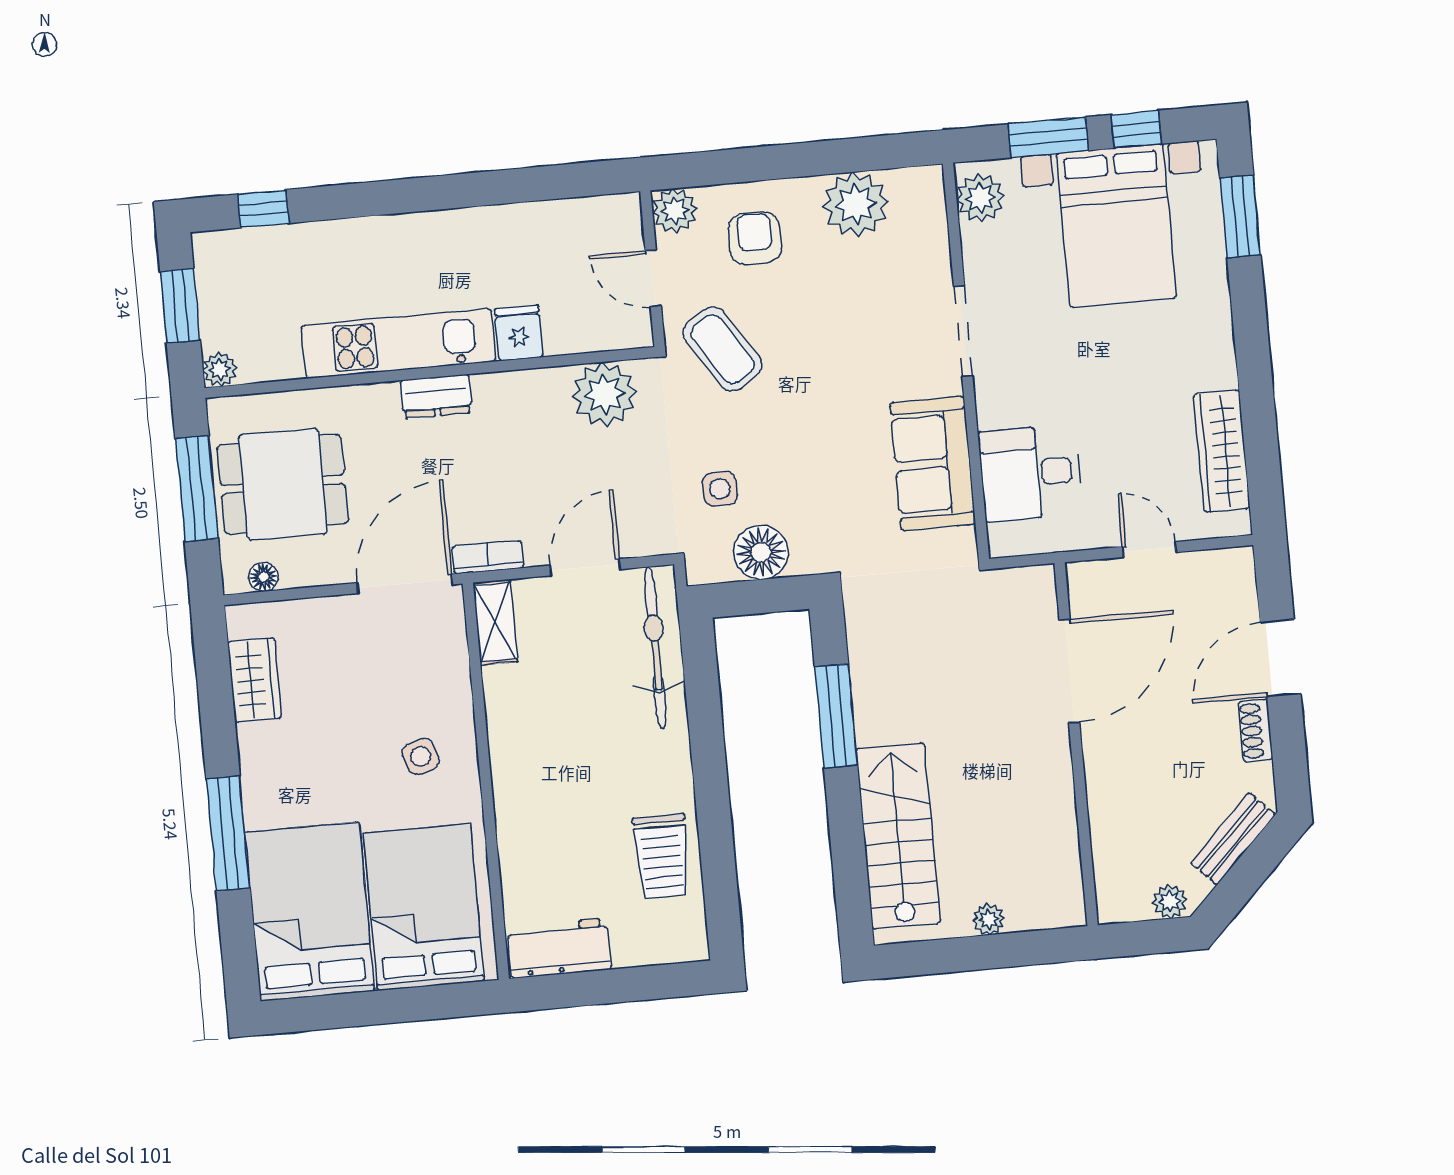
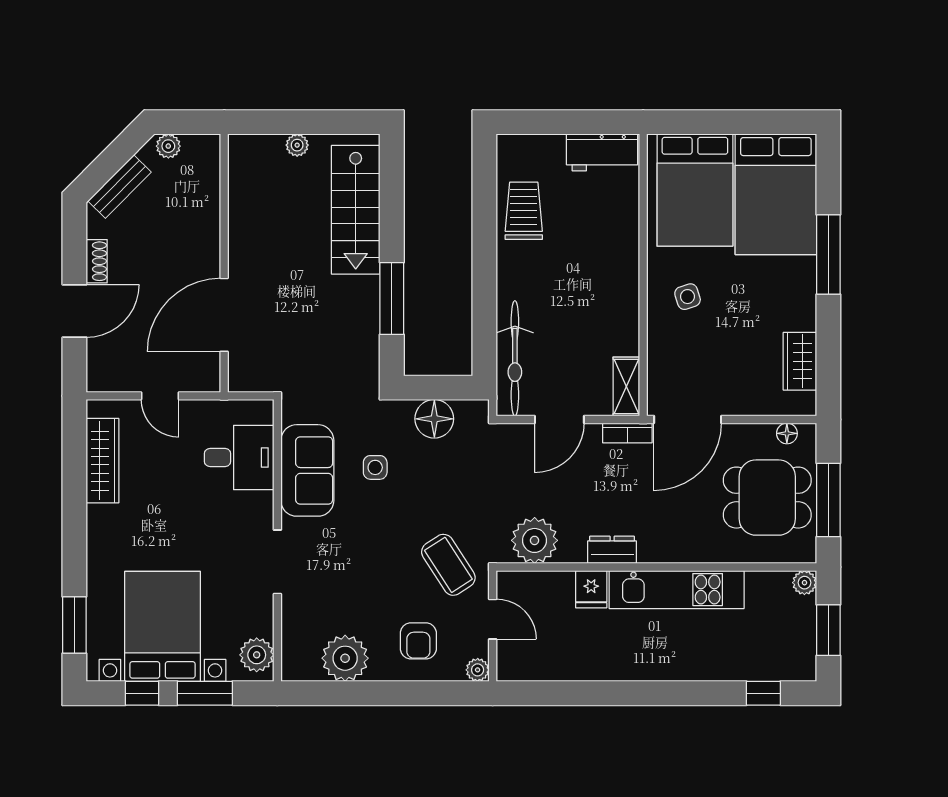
plant: (675, 211) -> (478, 670), width x0.73, depth x0.73
dresser: (436, 396) -> (612, 550), moved
side table: (720, 489) -> (375, 467), moved

